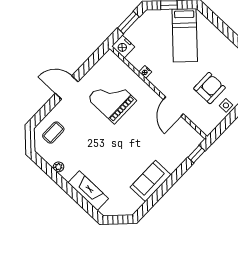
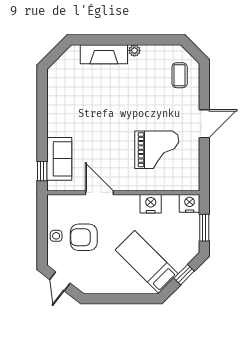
nightstand: (145, 72) -> (151, 204), width x1.89, depth x1.79
armchair: (210, 88) -> (84, 237), turned 90
plant: (59, 167) -> (134, 50), moved
sofa: (151, 181) -> (59, 159), moved

